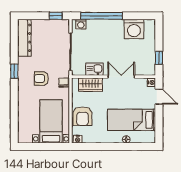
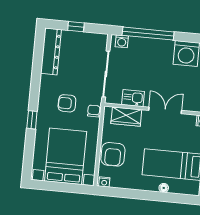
window: (56, 16) -> (76, 27), moved
window: (14, 71) -> (32, 120), moved
bed with nightstands: (51, 121) -> (66, 156), width x1.36

